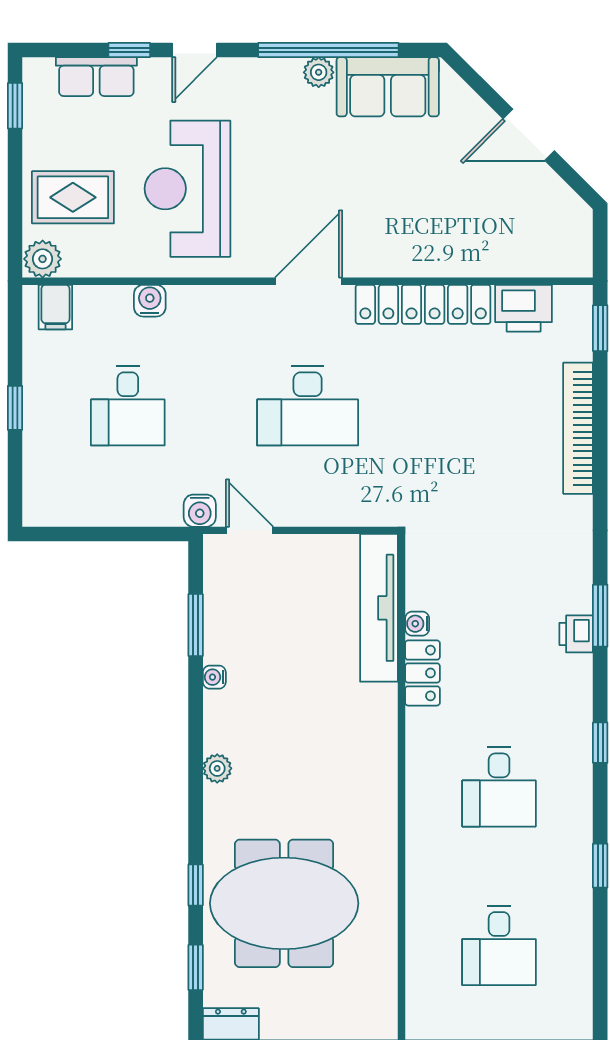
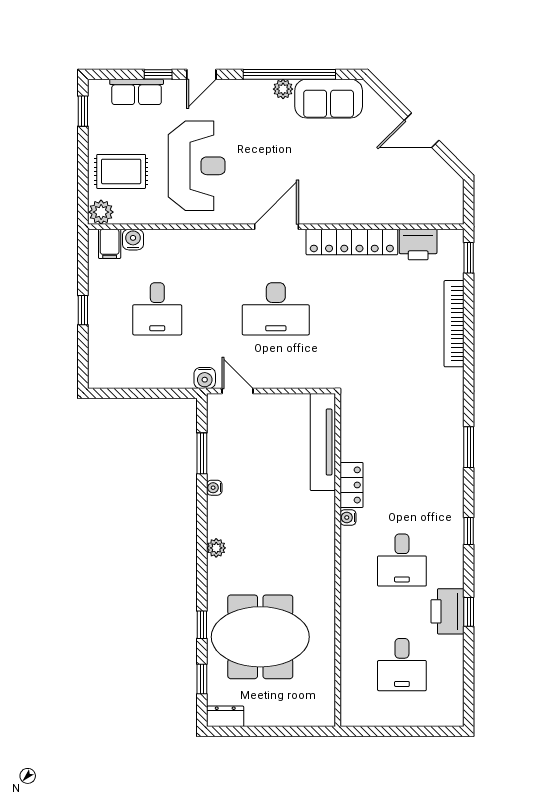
reception desk: (187, 189) -> (197, 166), turned 180
water cooler: (150, 301) -> (133, 240), moved
water cooler: (417, 624) -> (348, 517), moved
printer: (576, 634) -> (447, 611), moved, width x1.87, depth x1.48

